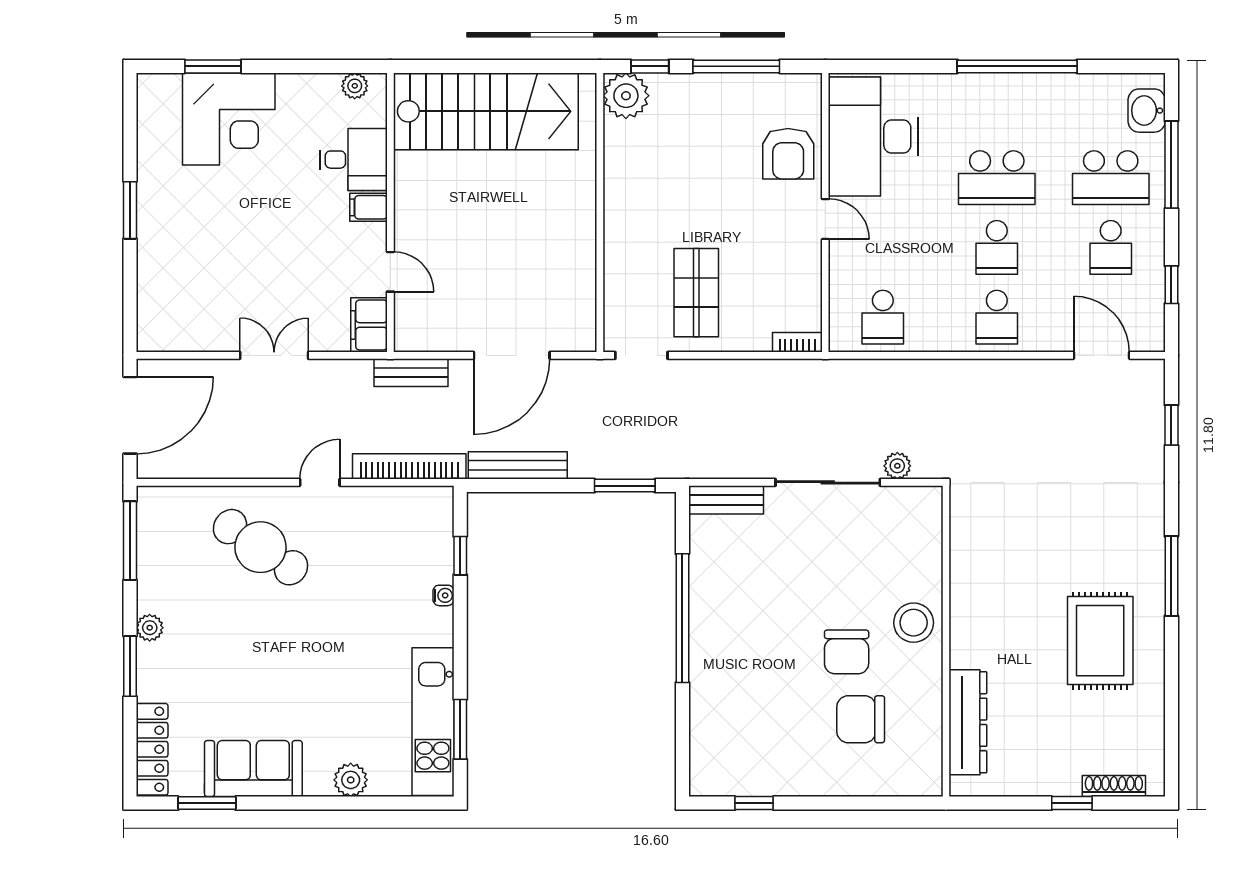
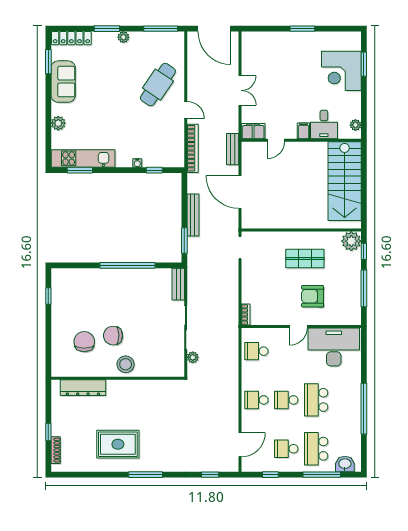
armchair: (788, 154) -> (313, 296), moved
shop shelf: (696, 293) -> (305, 258), moved
bench: (518, 465) -> (193, 215), moved

